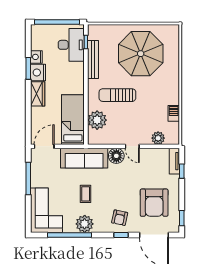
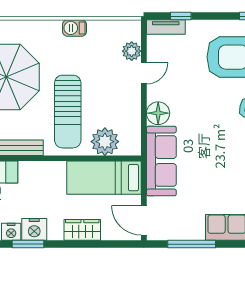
wardrobe: (38, 94) -> (82, 230), moved
sun lounger: (117, 95) -> (68, 112), width x1.36, depth x1.34
barbecue: (174, 113) -> (75, 28), moved
door: (132, 146) -> (144, 73), moved
coffee table: (86, 194) -> (215, 159), removed

